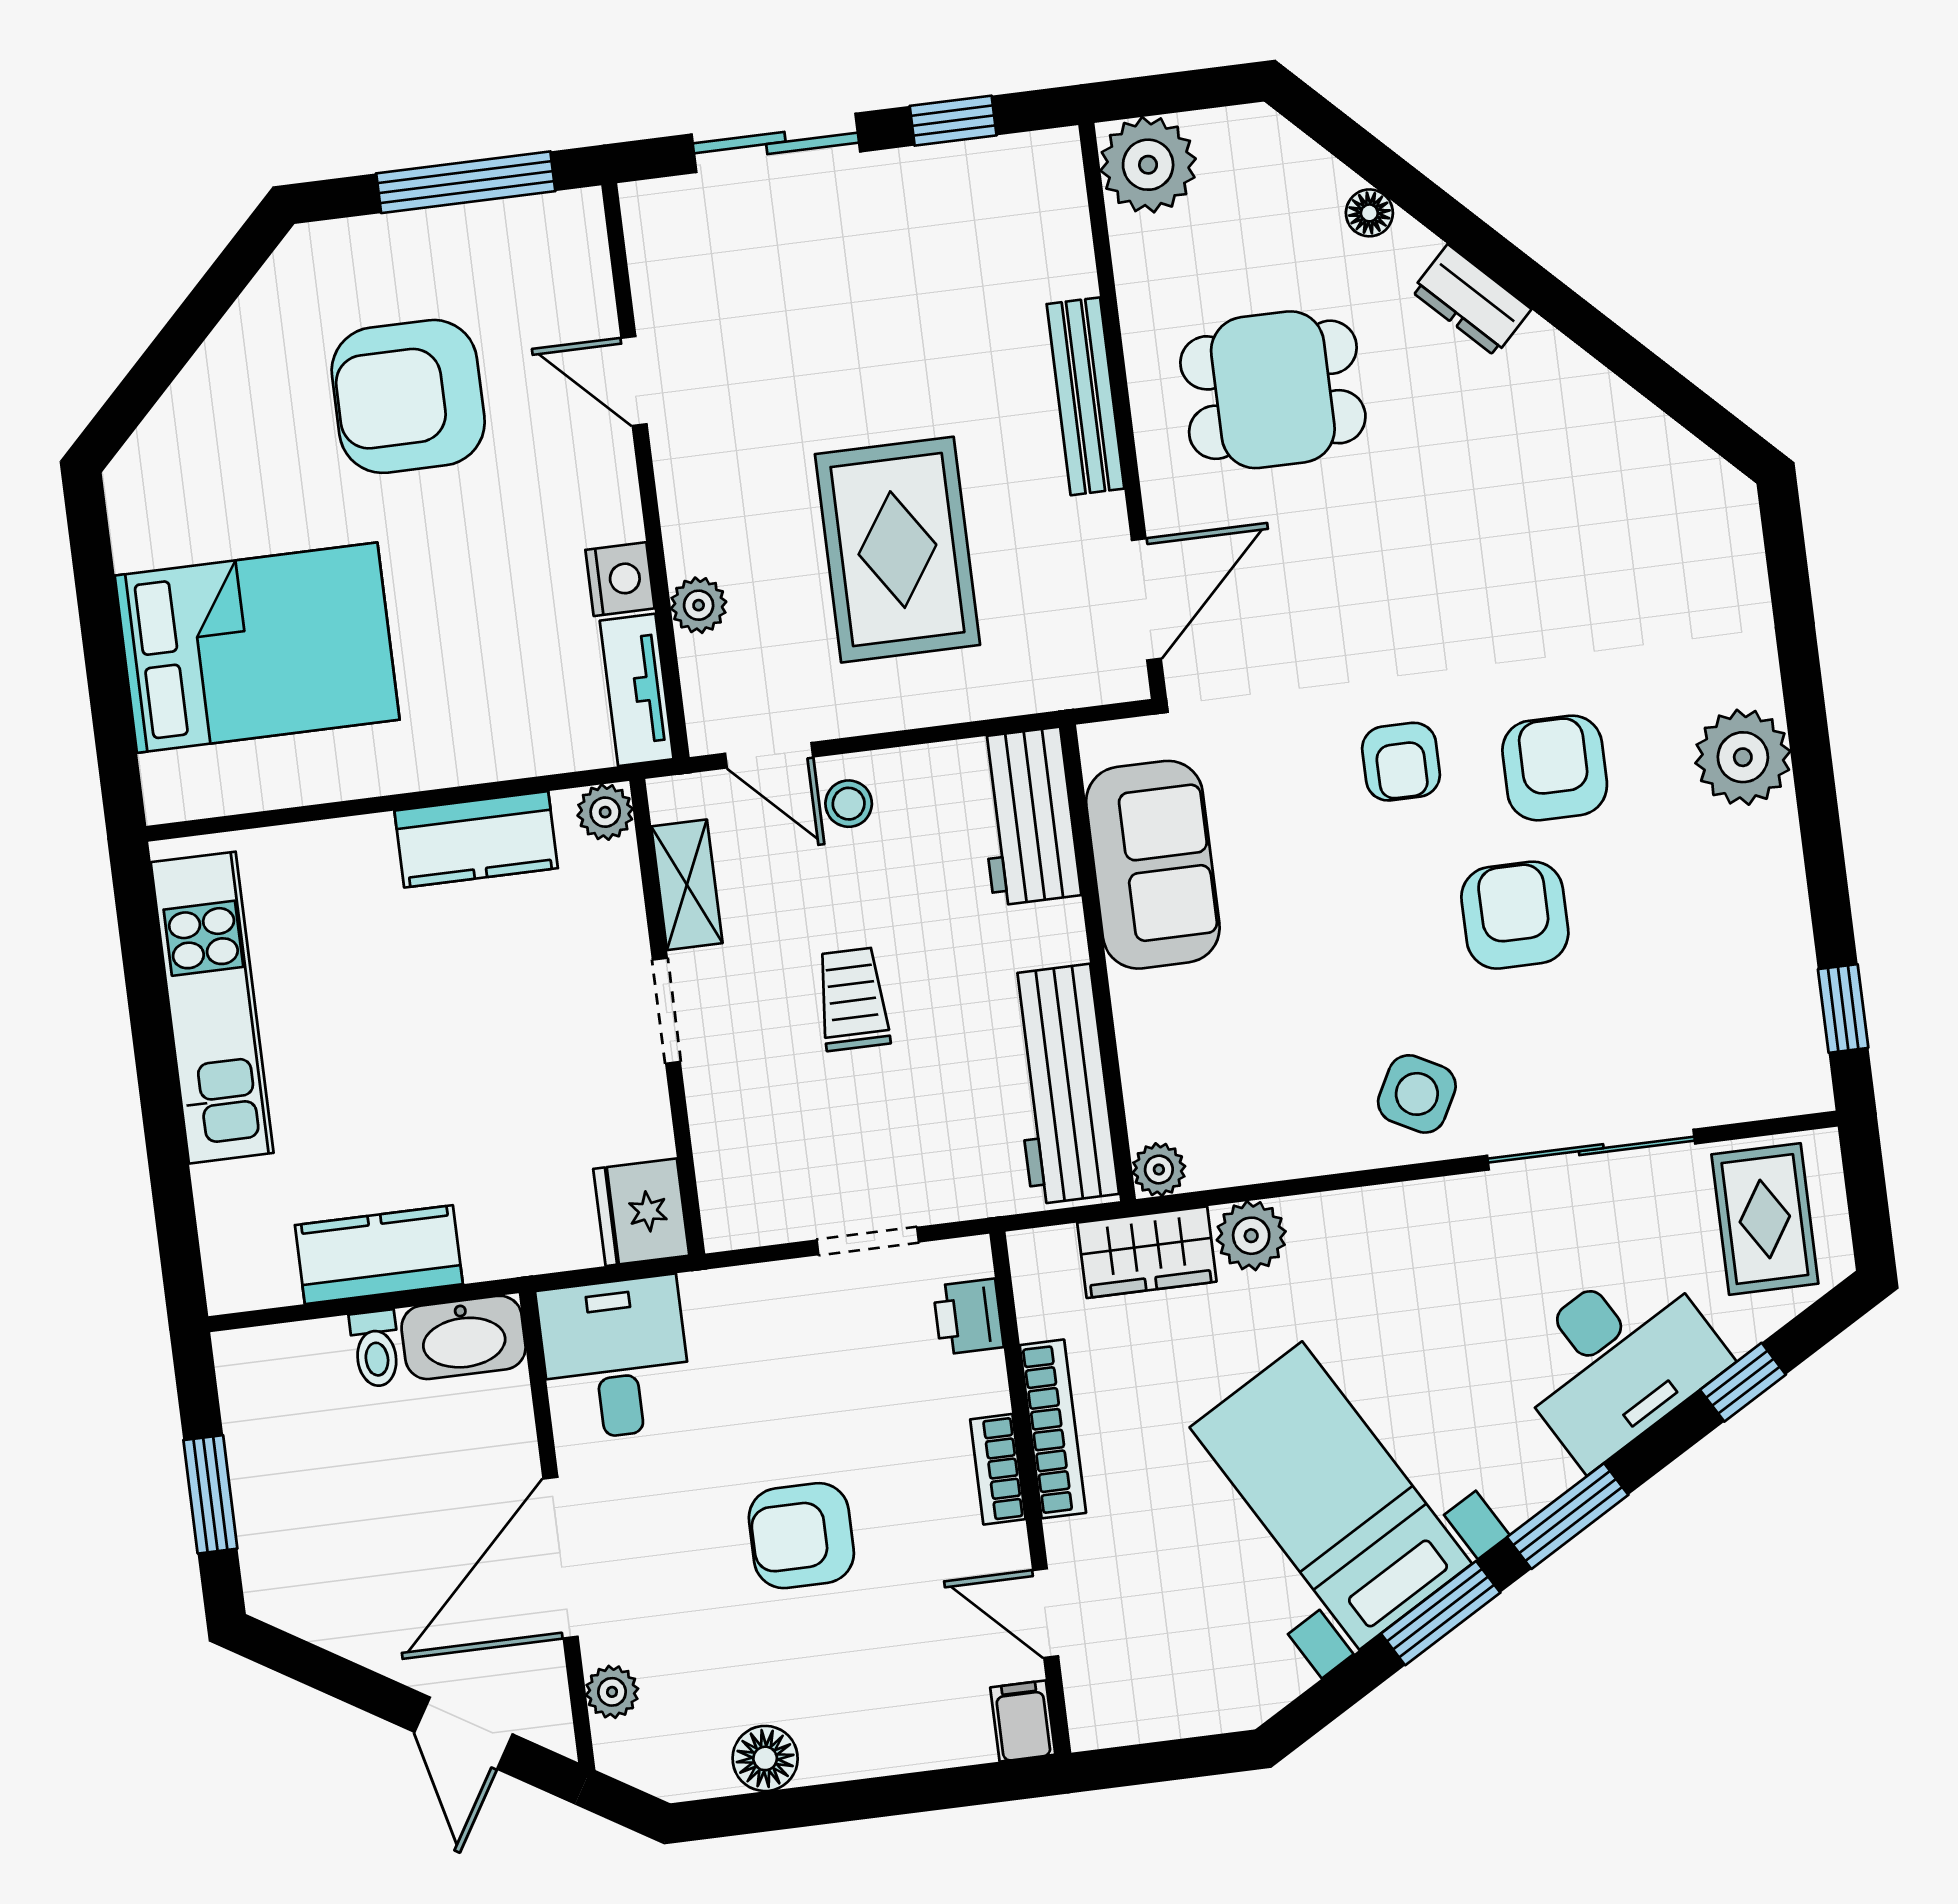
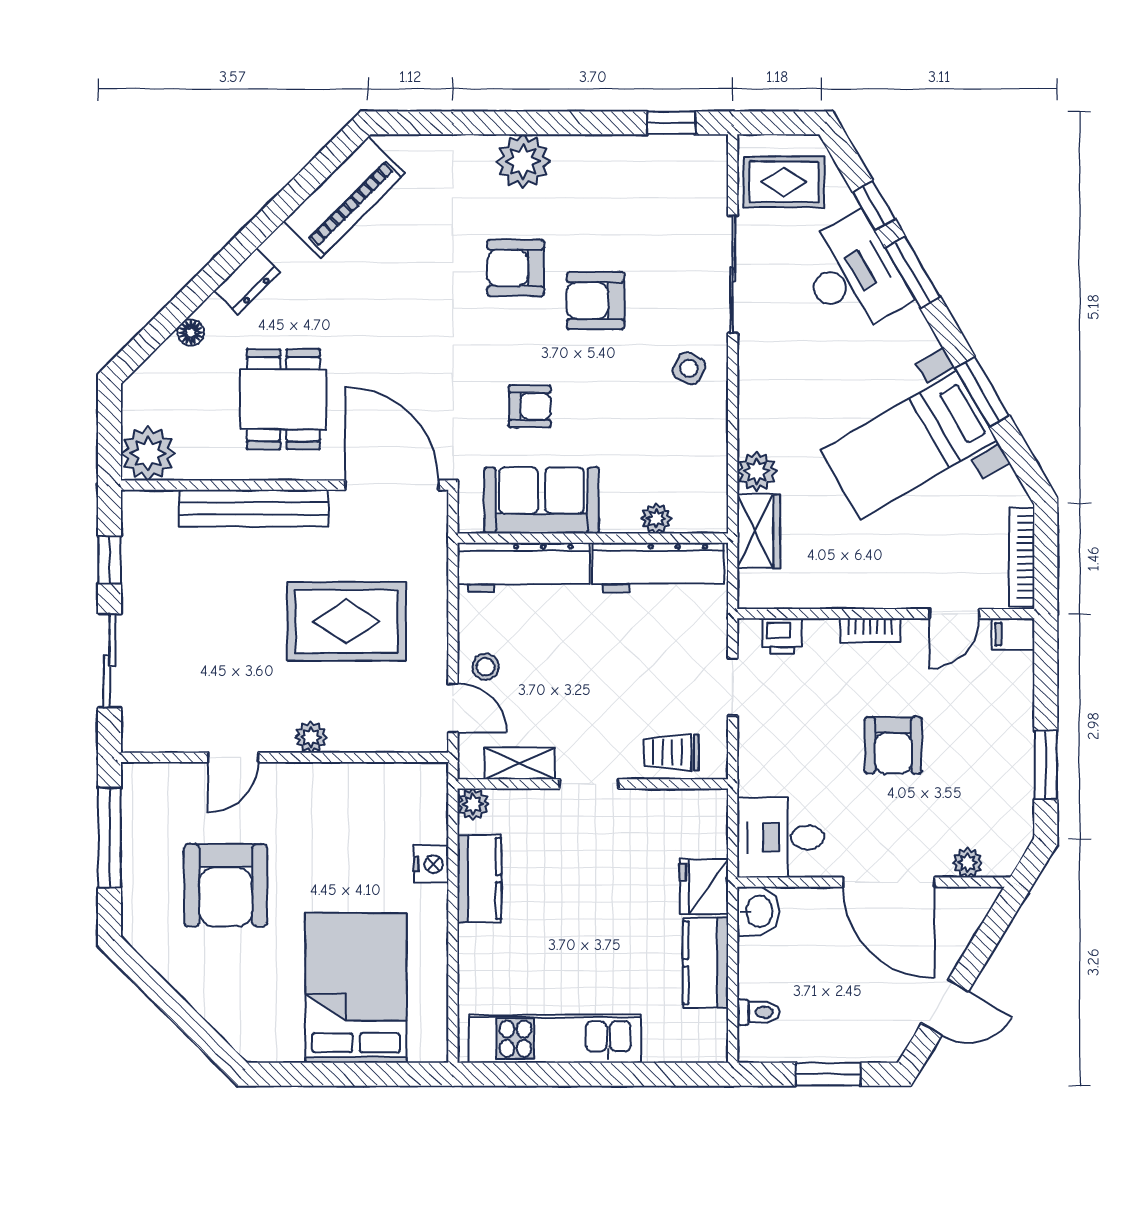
bench: (1085, 396) -> (254, 508), width x1.37, depth x1.21
piano: (1641, 452) -> (344, 197), added
nightstand: (620, 579) -> (431, 864), moved, turned 90
door: (1146, 599) -> (392, 485), width x1.36
plant: (699, 605) -> (311, 737), moved
tv unit: (637, 690) -> (407, 778), removed
door: (769, 755) -> (453, 708), hinge flipped
armchair: (1401, 762) -> (530, 406), moved
workbench: (1027, 816) -> (523, 567), width x1.38
trolley: (853, 999) -> (671, 752), moved
side table: (1417, 1094) -> (689, 368), width x0.73, depth x0.73
plant: (1159, 1170) -> (656, 519), moved
fridge: (641, 1212) -> (704, 887), moved, turned 90
washbasin: (464, 1337) -> (758, 911), width x0.72
toilet: (376, 1349) -> (758, 1012), moved
bookcase: (1053, 1429) -> (1022, 557), moved, turned -90
window: (1568, 1516) -> (913, 272), moved
door: (464, 1733) -> (945, 1007), moved
floor lamp: (765, 1758) -> (1016, 781), removed
window: (800, 1807) -> (1046, 765), added

